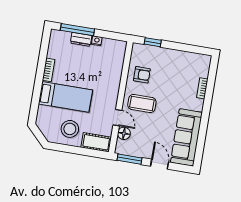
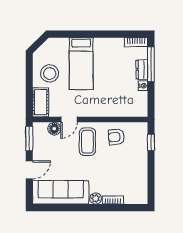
bookcase: (49, 70) -> (136, 42), moved
armchair: (142, 75) -> (116, 137), turned 85
plant: (198, 105) -> (96, 198), added

